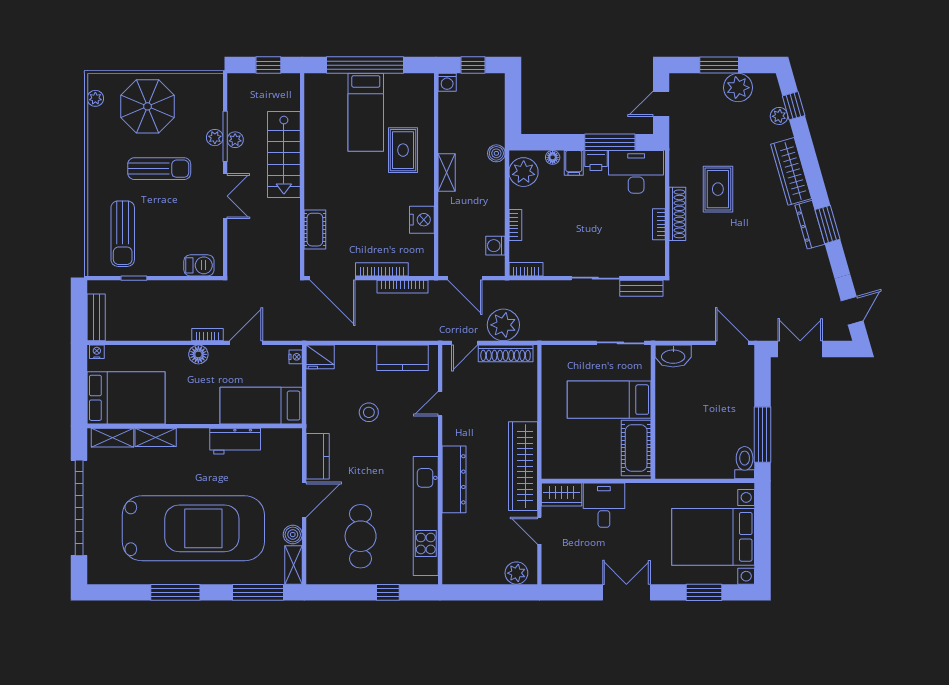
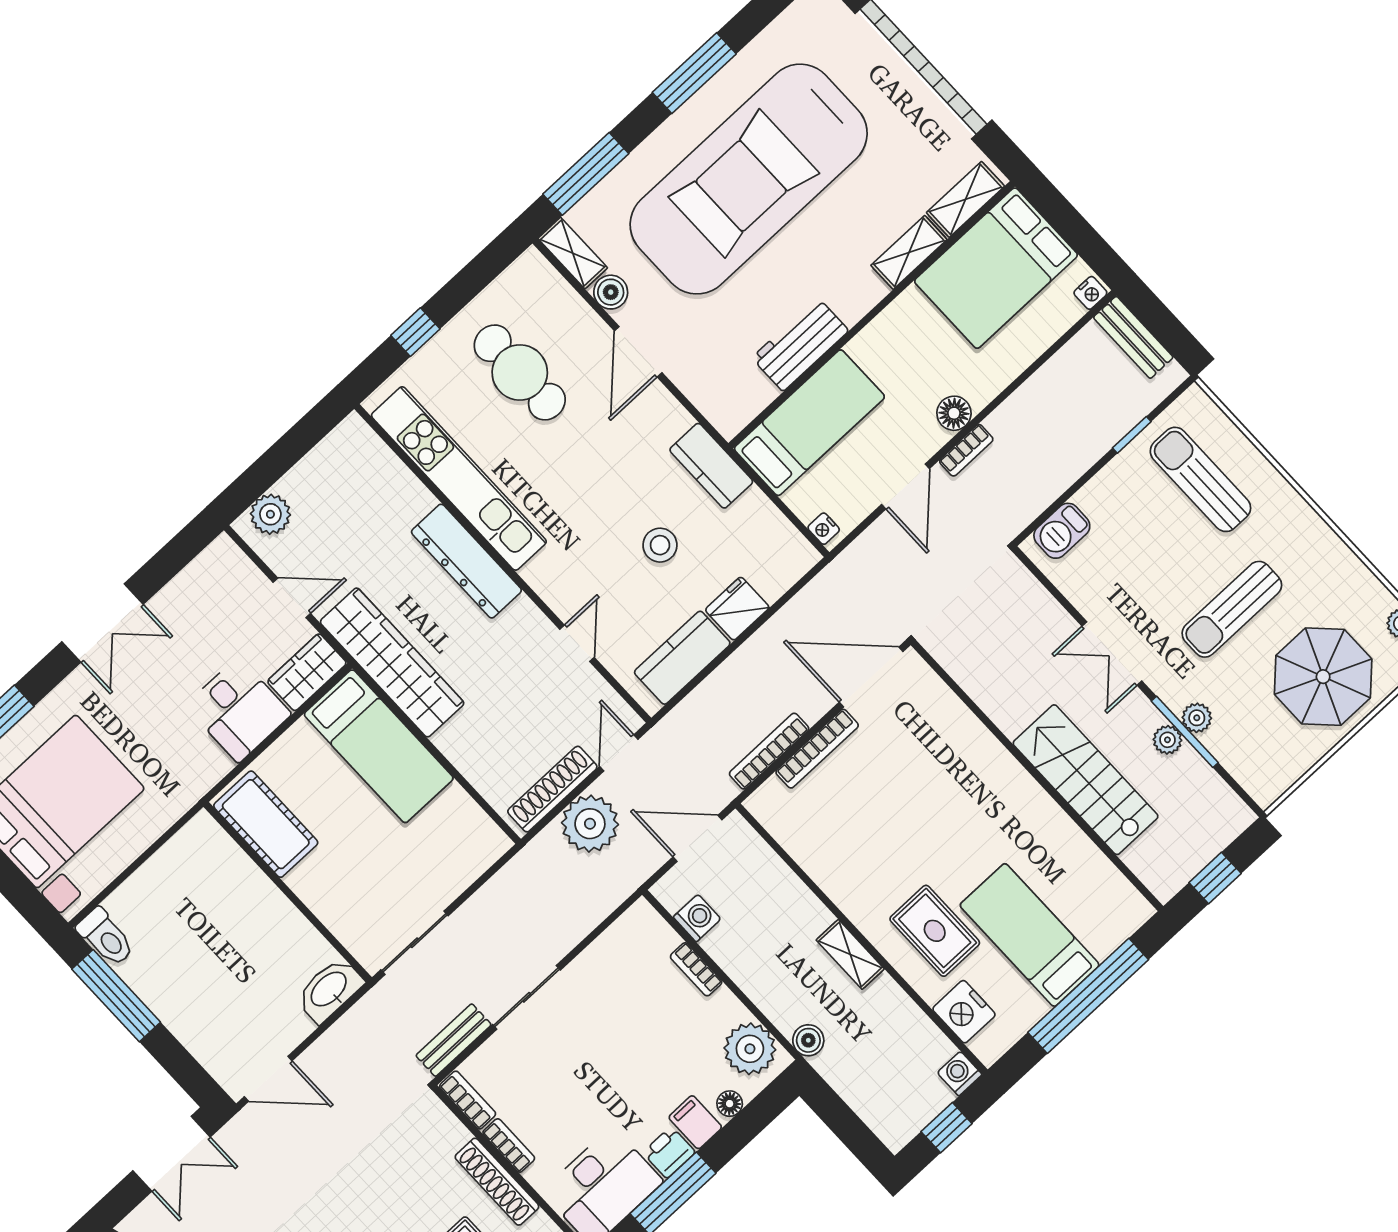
nightstand: (422, 220) -> (964, 1012), moved
cot: (315, 230) -> (953, 719), removed
bookcase: (526, 269) -> (468, 1100), moved, turned -90
fridge: (320, 357) -> (737, 609), moved
bed: (609, 400) -> (379, 746), moved, turned 90
kitchen counter: (318, 456) -> (711, 466), moved

